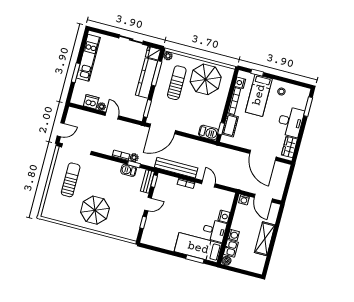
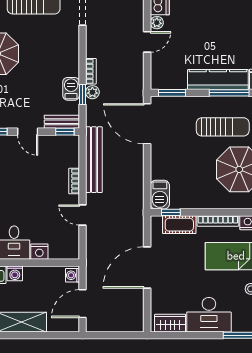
door: (263, 155) -> (147, 268), moved
door: (208, 184) -> (82, 215), swing flipped

